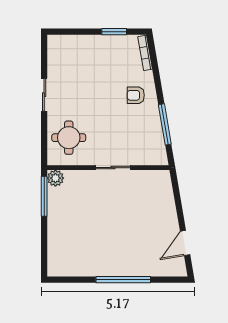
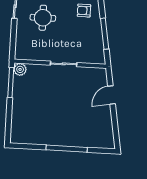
round table: (69, 138) -> (43, 18), moved
door: (185, 243) -> (112, 95), moved

